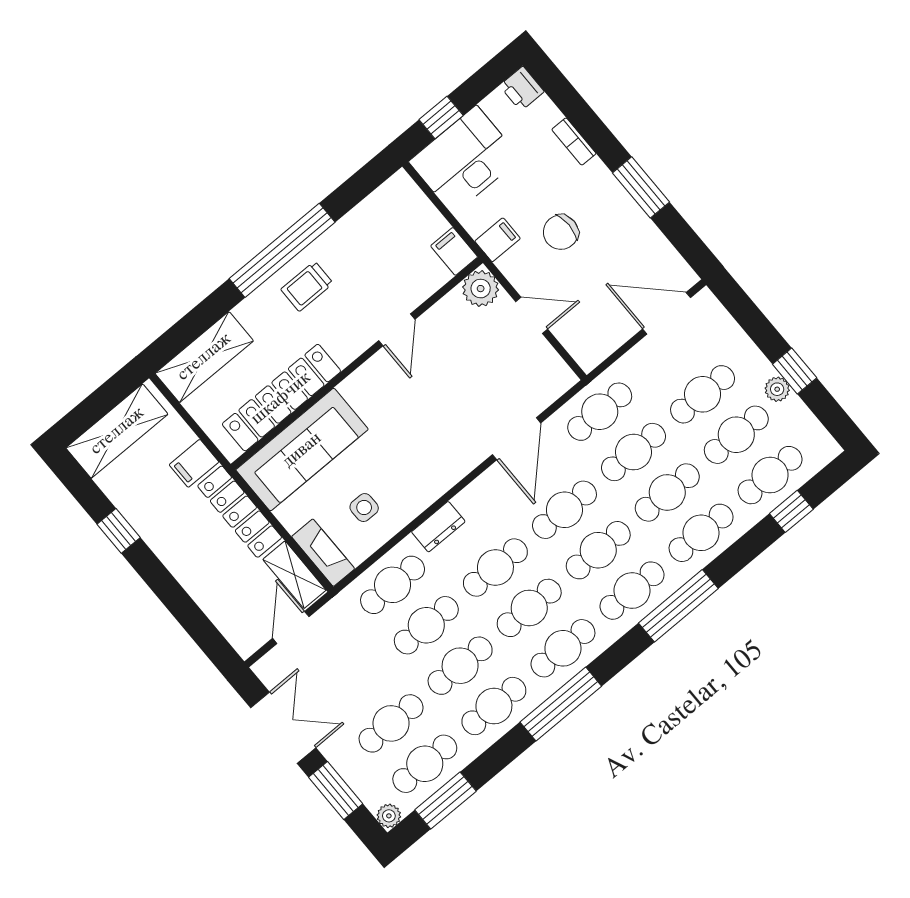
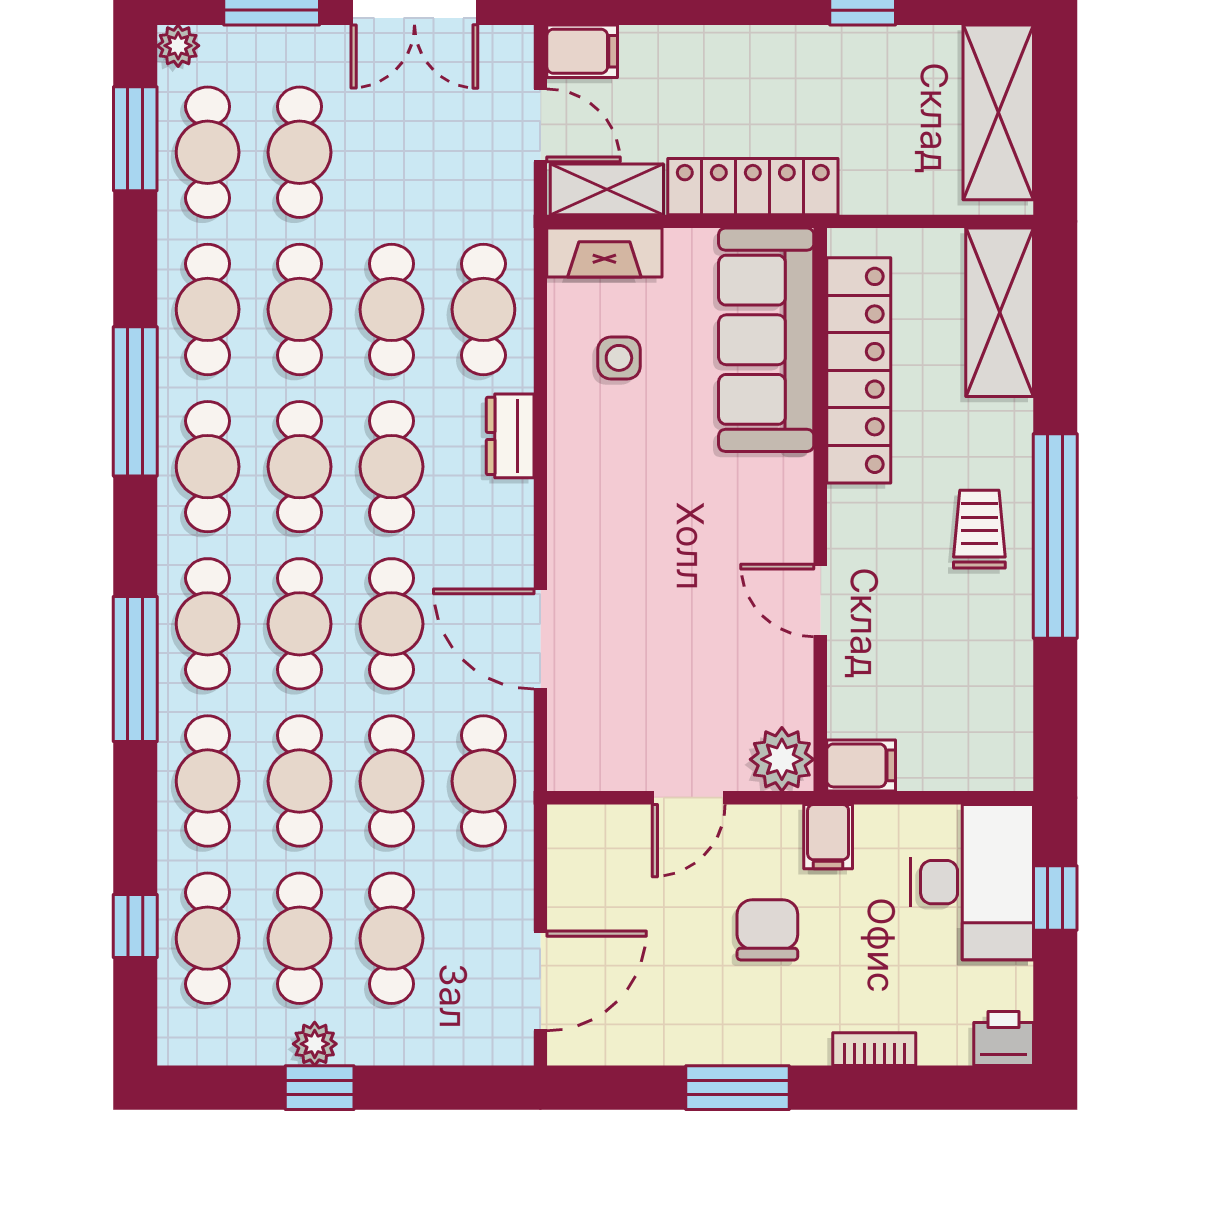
filing cabinet: (194, 463) -> (582, 51), moved, turned 90

